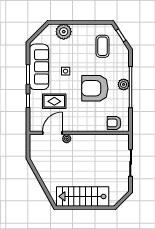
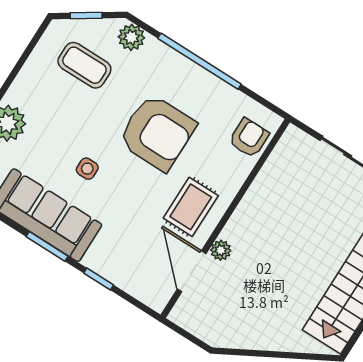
plant: (124, 84) -> (131, 37), moved
armchair: (95, 88) -> (157, 133), turned -90
rug: (54, 101) -> (191, 207), moved
armchair: (114, 123) -> (249, 138), turned 180

